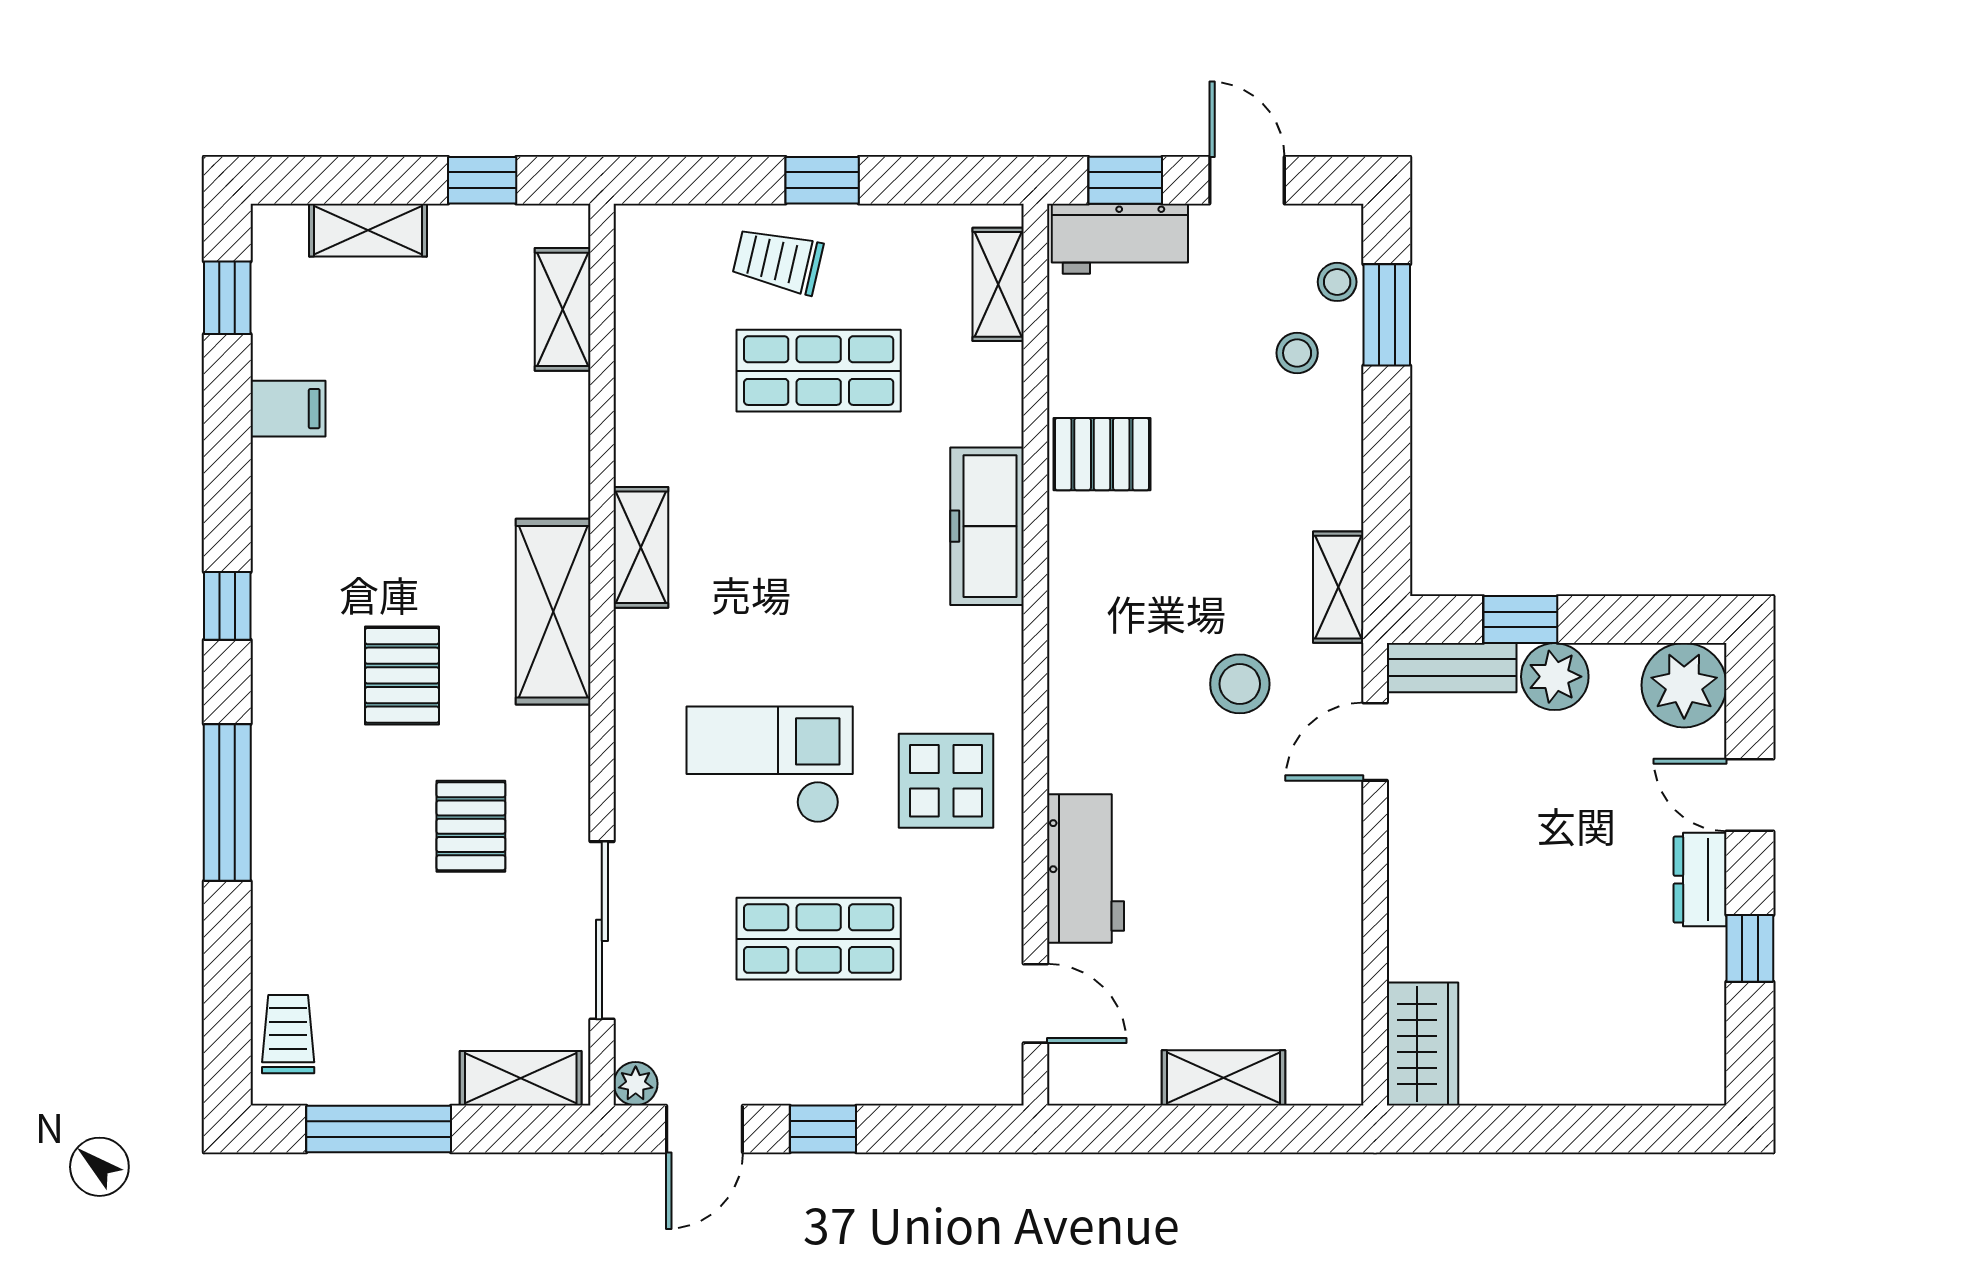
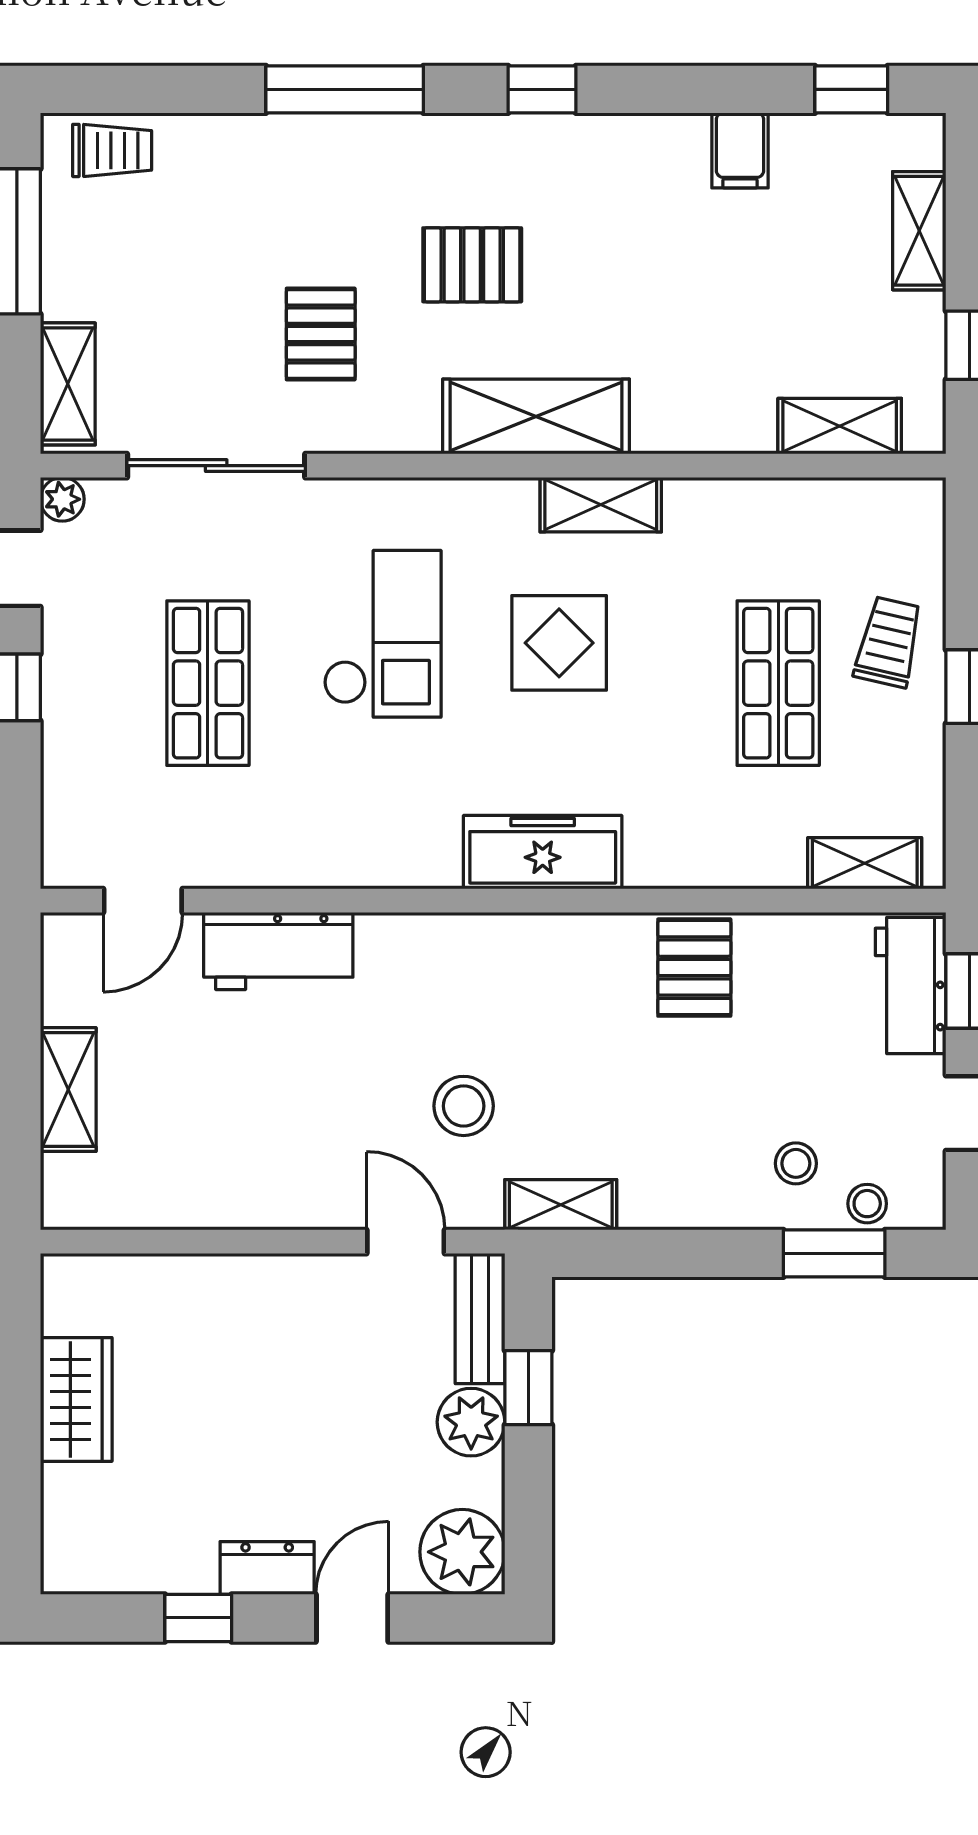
freezer: (987, 526) -> (543, 852), moved
display table: (946, 781) -> (559, 643), moved
pallet: (471, 826) -> (321, 334), turned 90
wardrobe: (1422, 1044) -> (76, 1399), moved, turned -90

